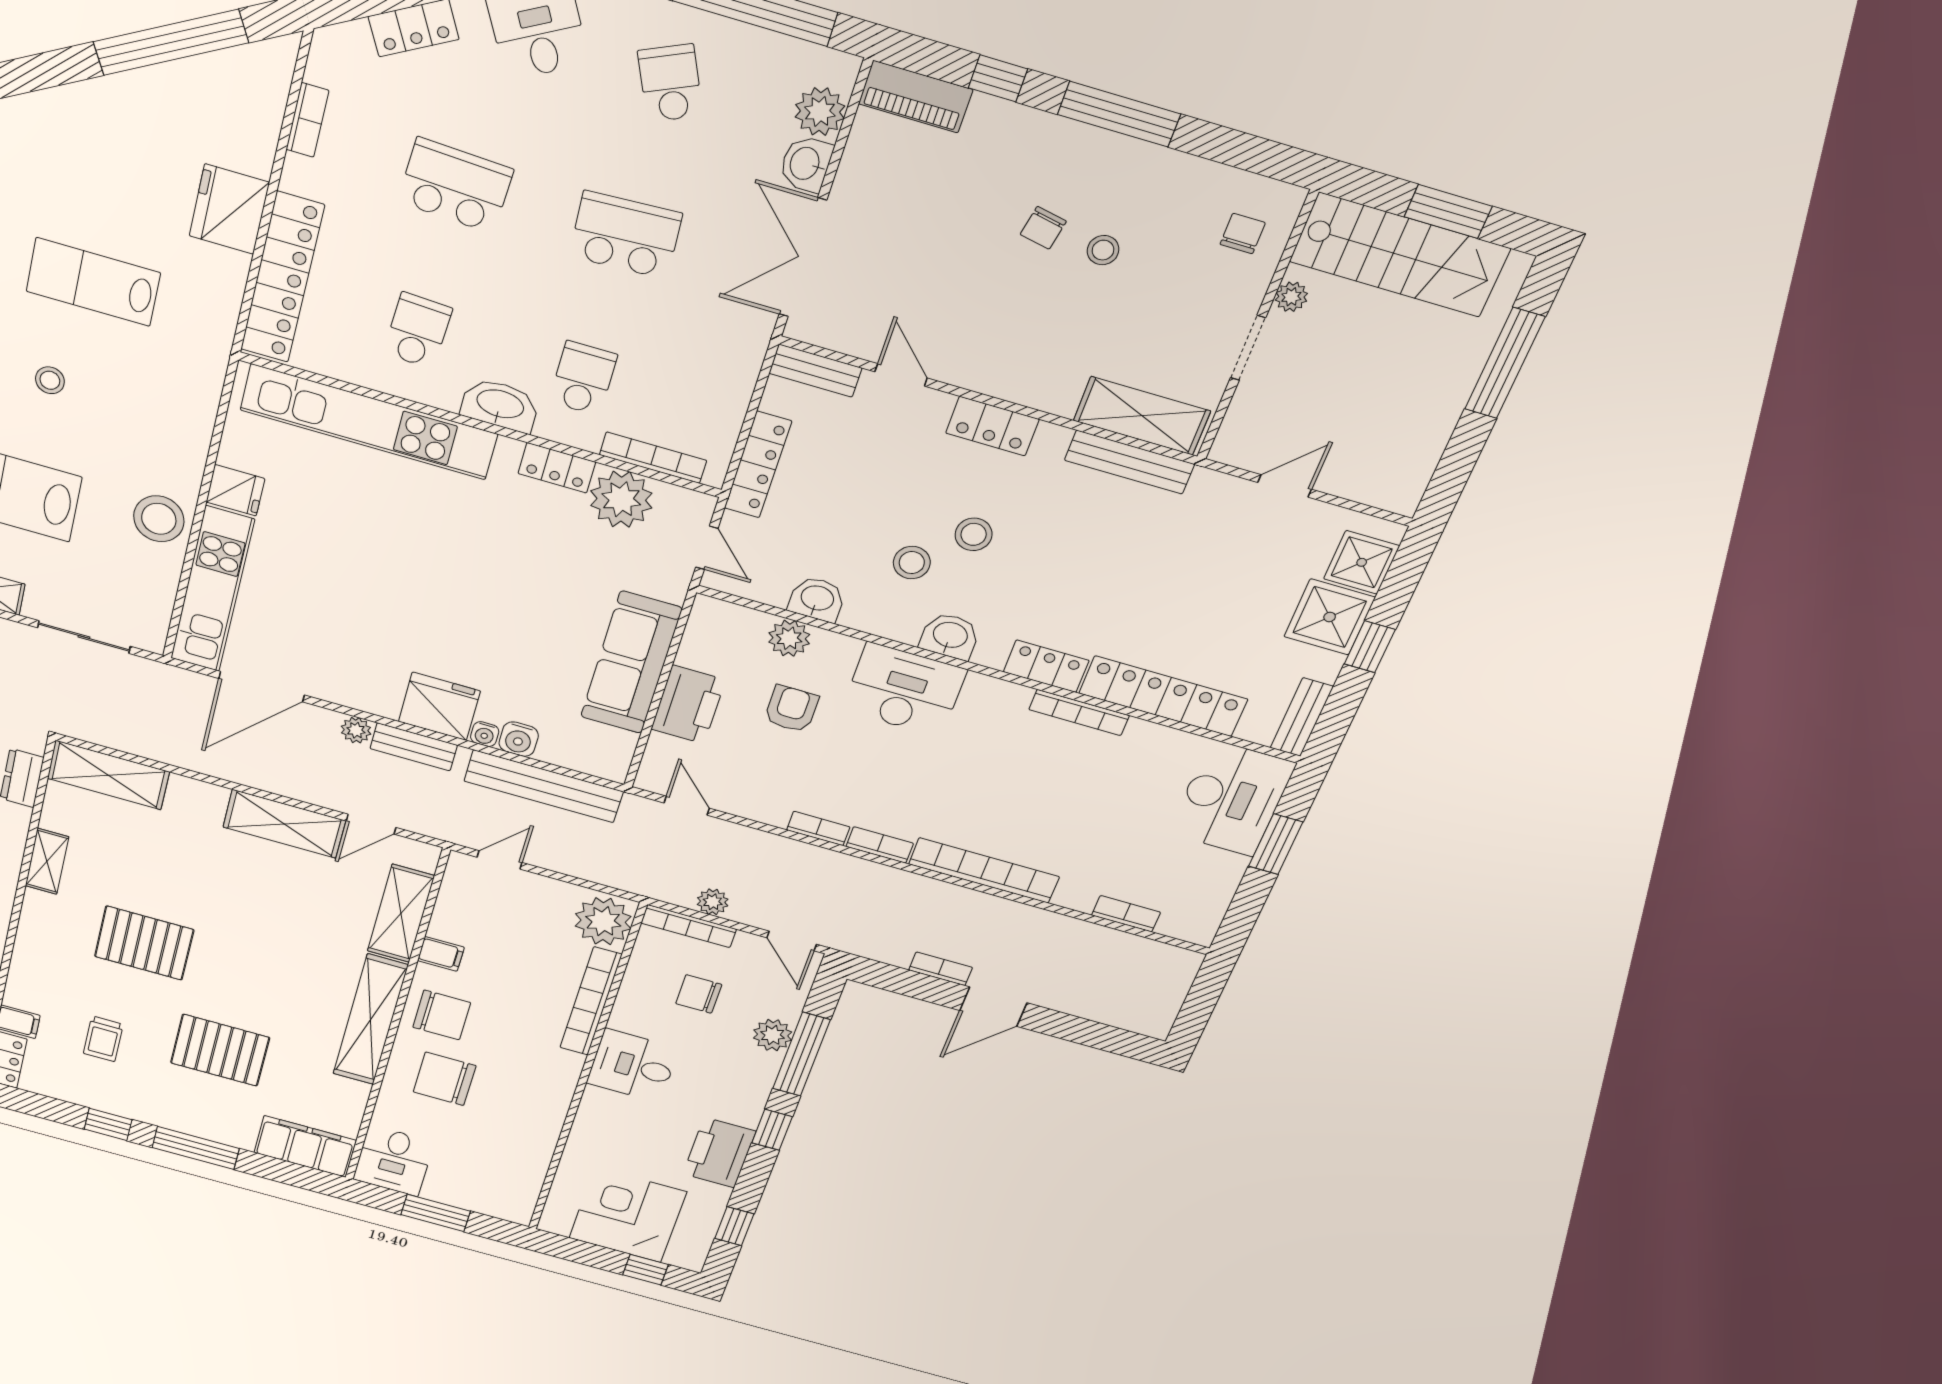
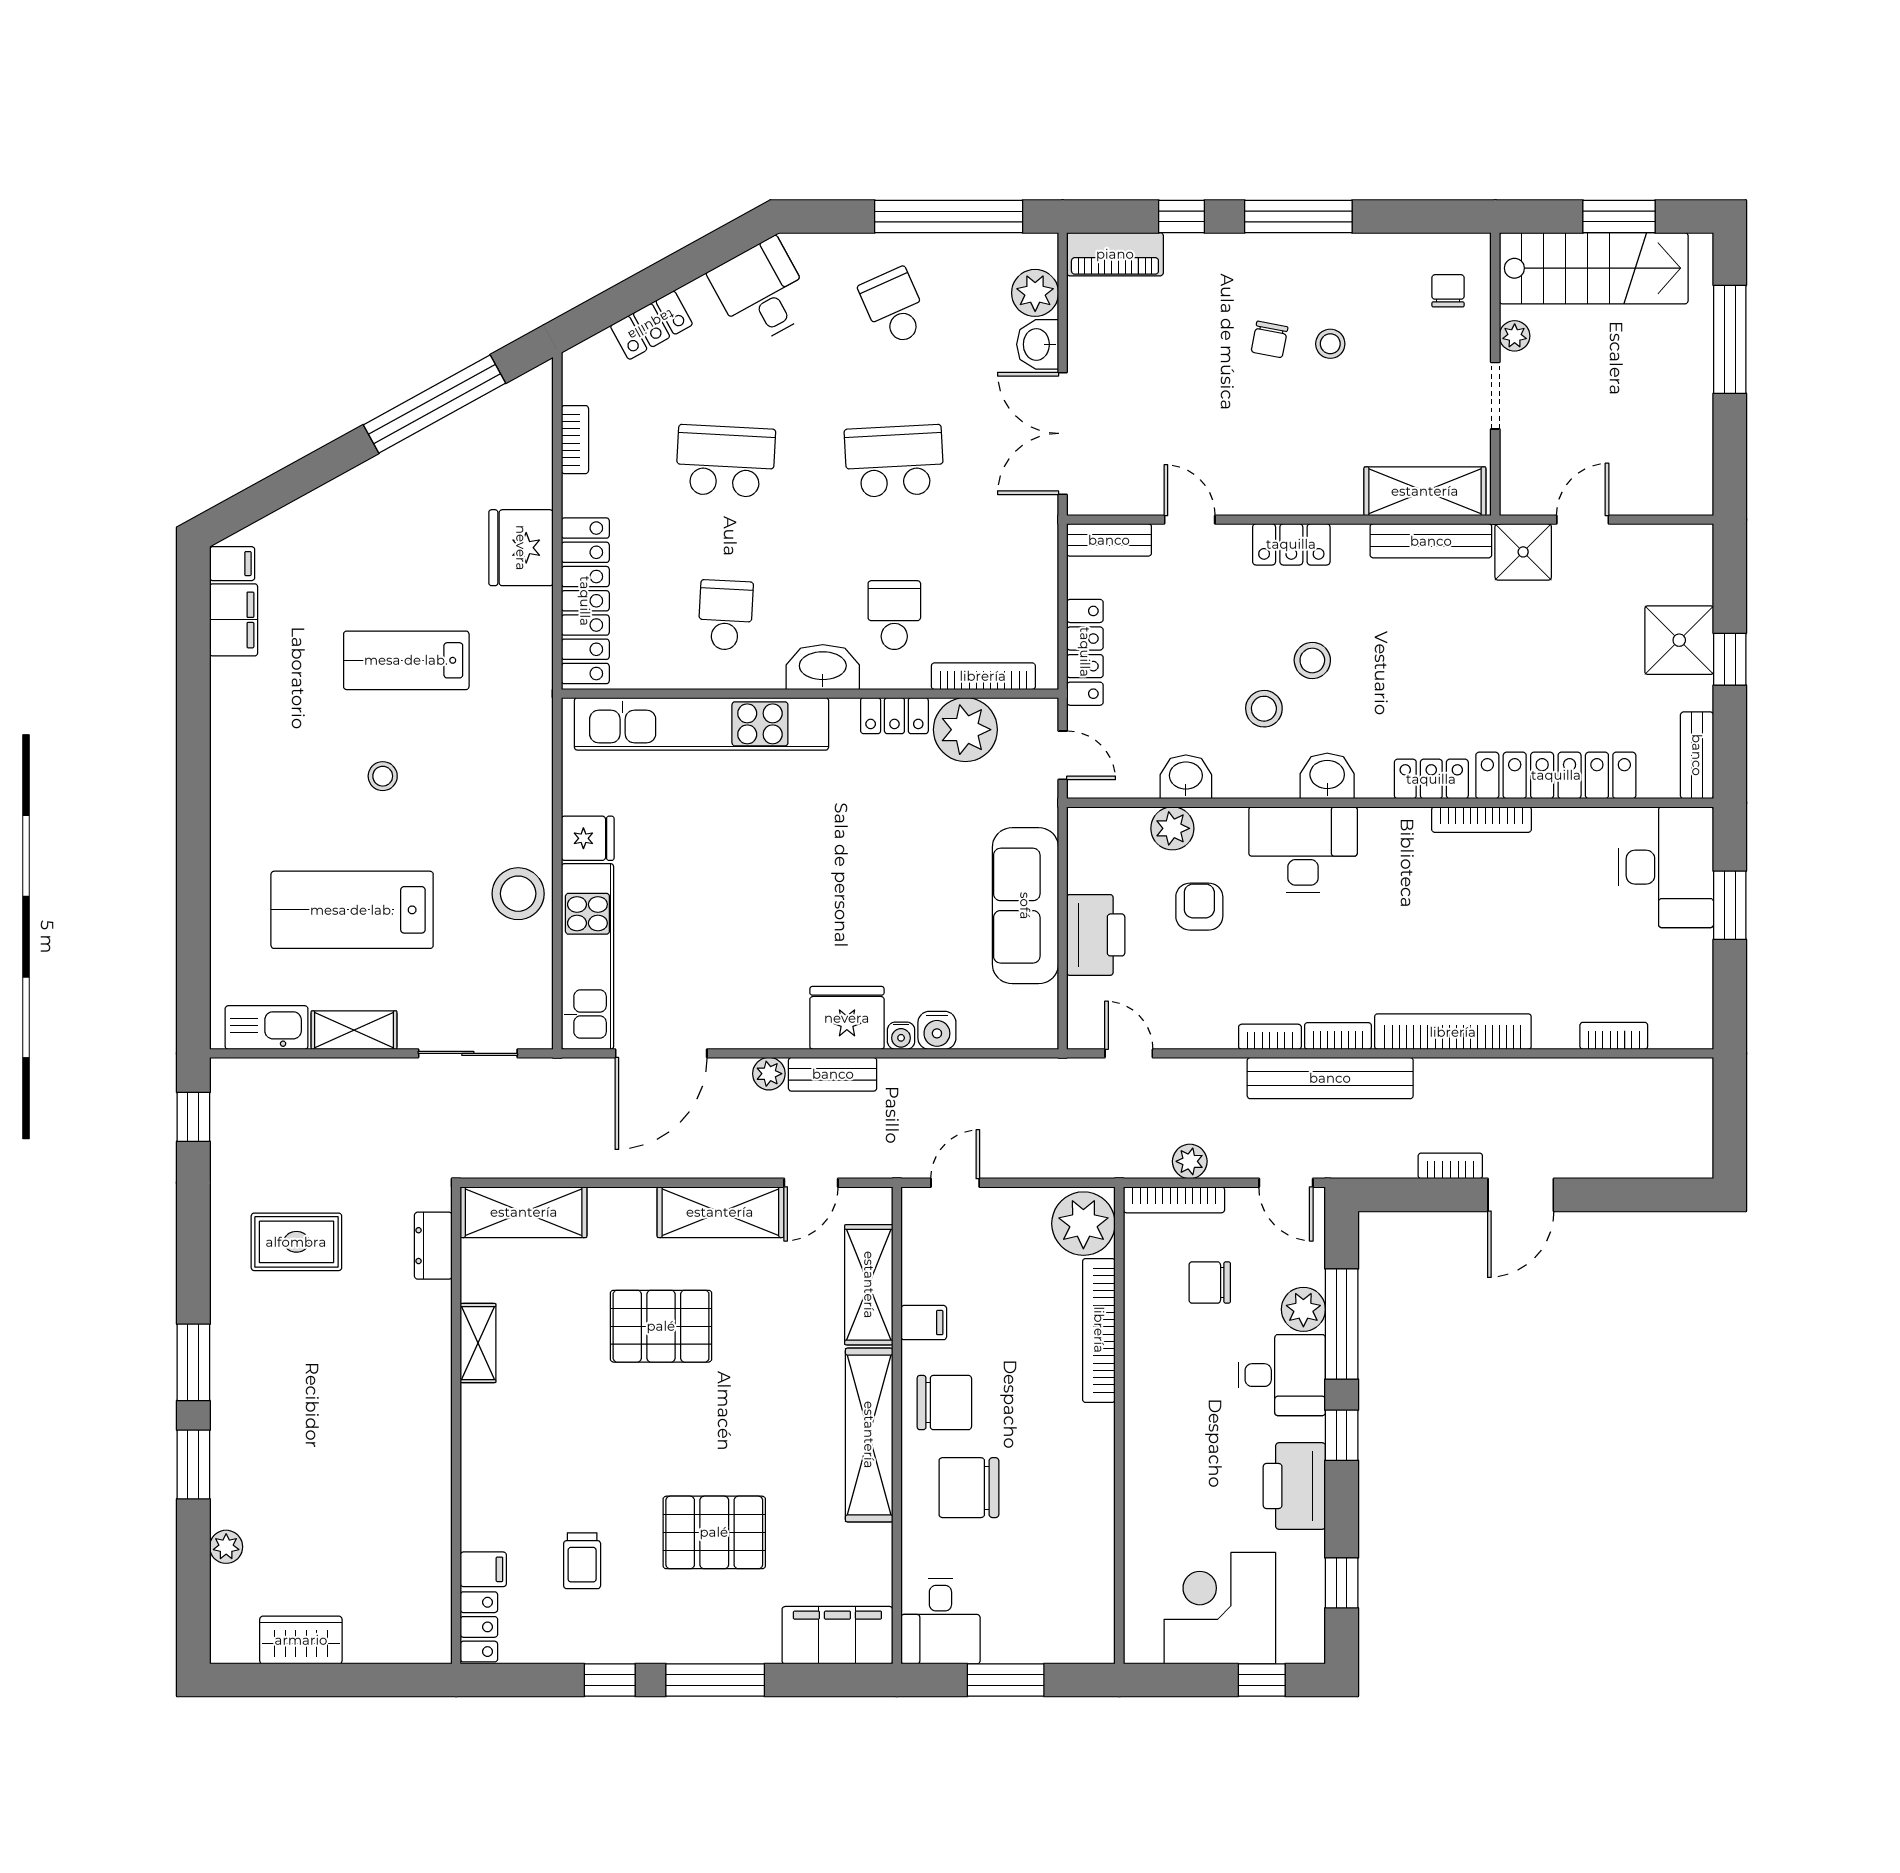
shower: (1362, 562) -> (1523, 552), moved
bench: (544, 786) -> (1330, 1078), moved
pallet: (144, 943) -> (661, 1326), moved
desk: (633, 1066) -> (1282, 1375), moved, turned 180

